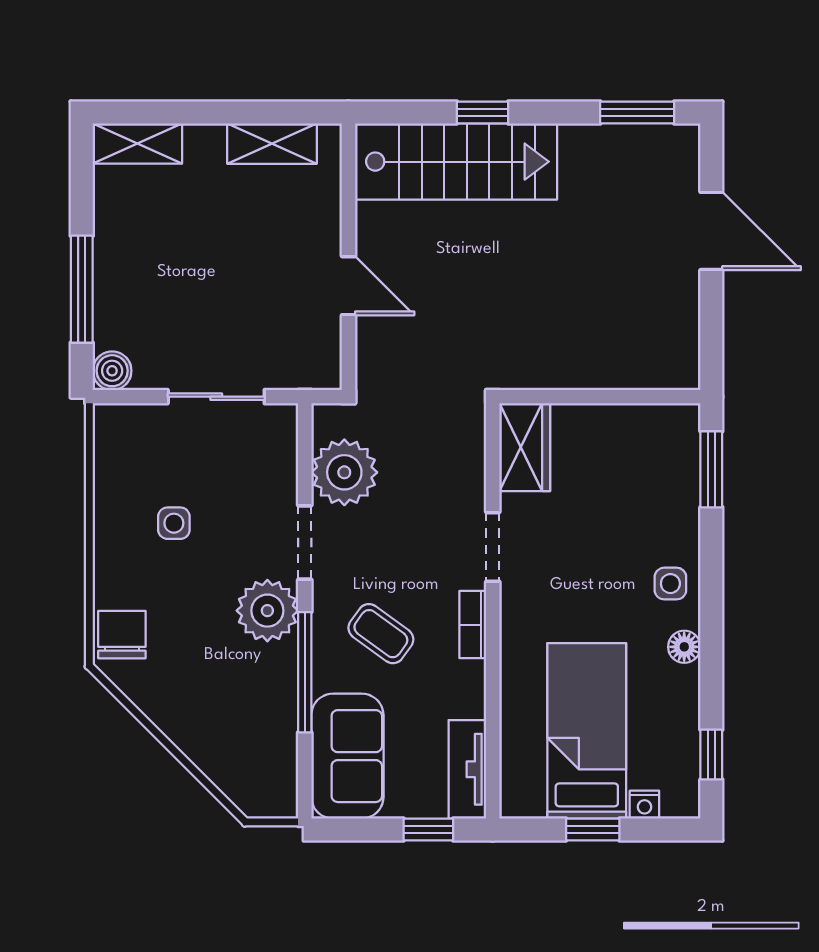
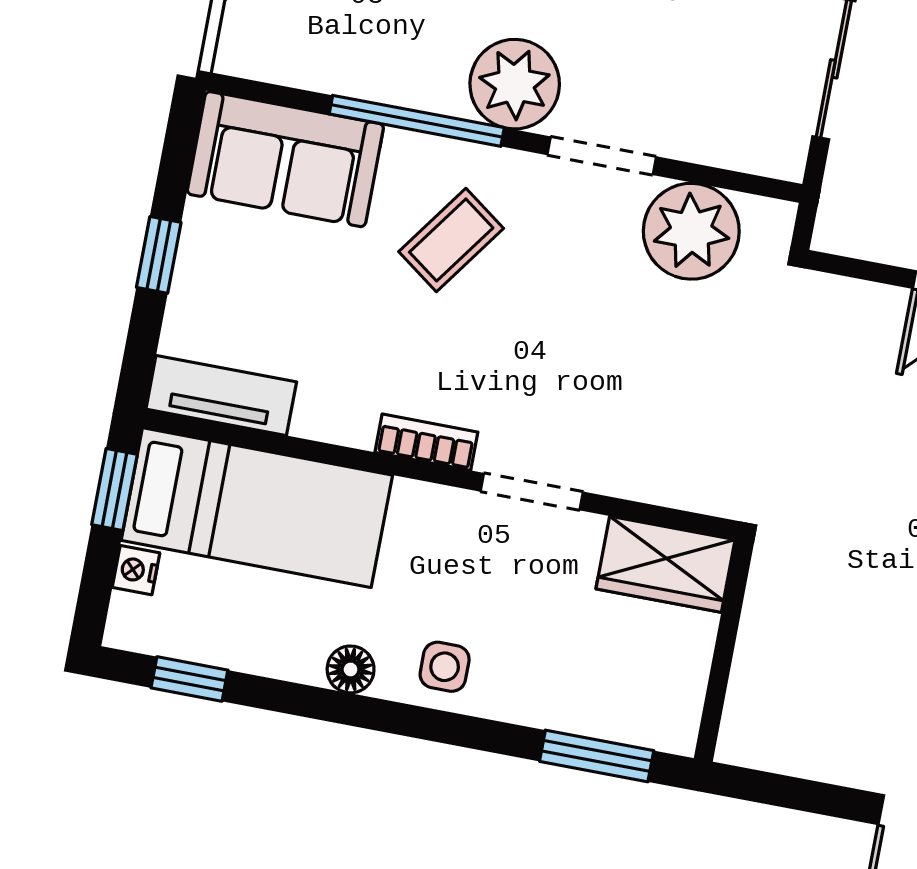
wardrobe: (525, 447) -> (666, 564), moved
doorway: (493, 547) -> (532, 492), moved
wall: (493, 611) -> (440, 474), moved
bookcase: (473, 625) -> (426, 442), moved
tv unit: (467, 769) -> (221, 395), moved

